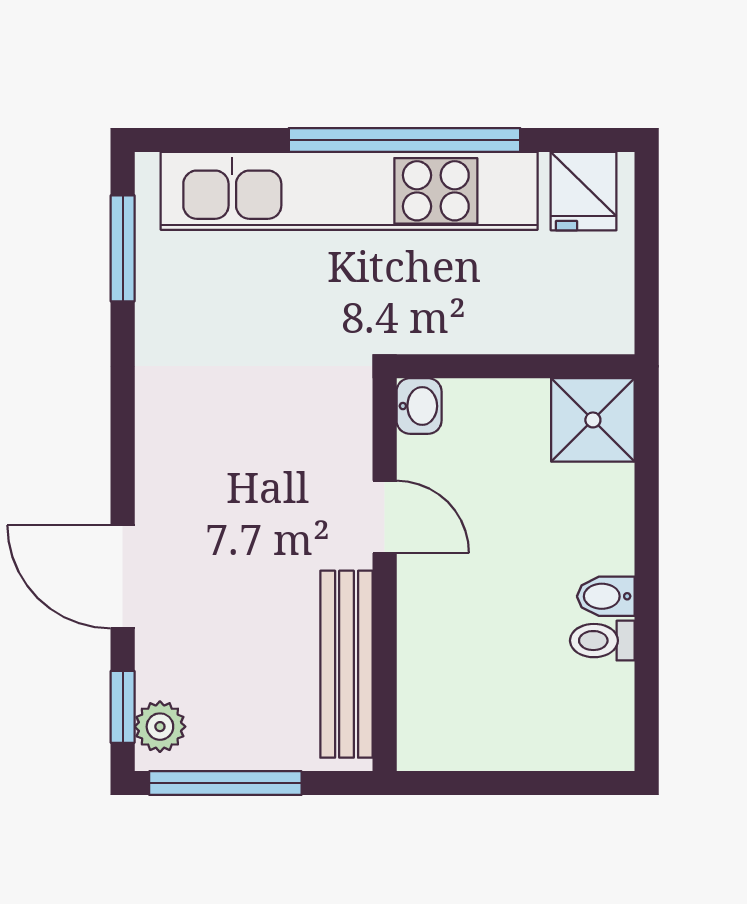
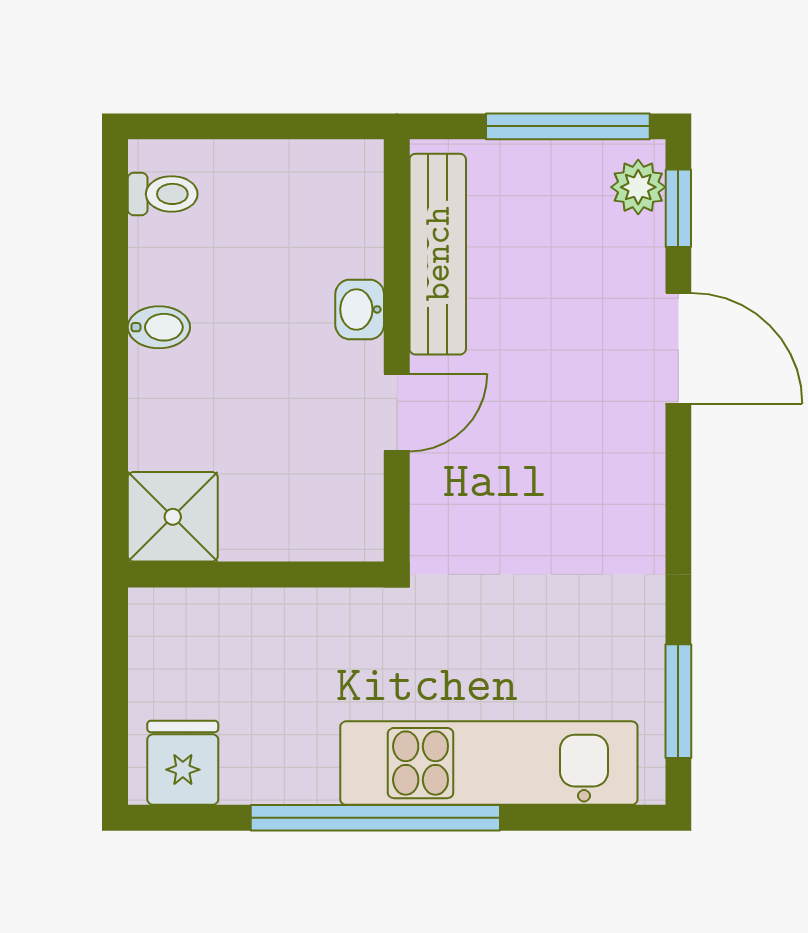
kitchen unit: (349, 191) -> (489, 763), width x0.73
washbasin: (419, 406) -> (360, 309), moved
door: (385, 517) -> (397, 412), swing flipped
toilet: (602, 641) -> (163, 194), moved

